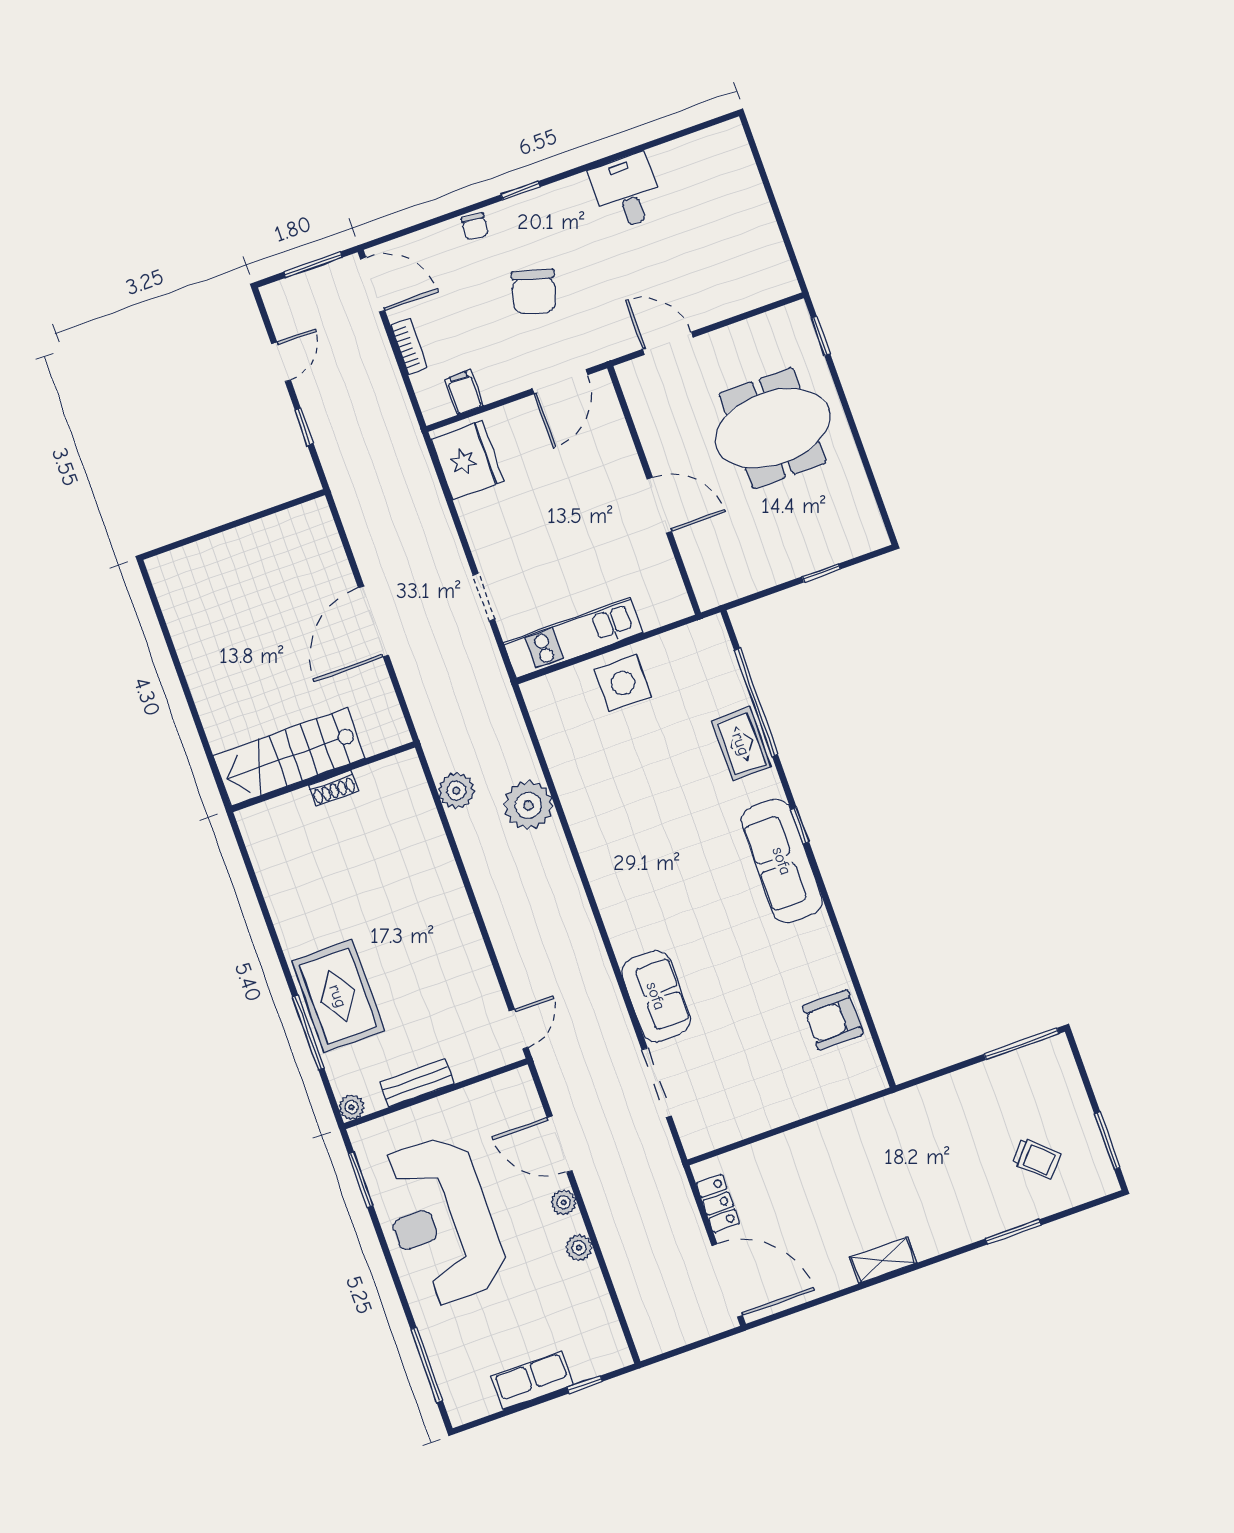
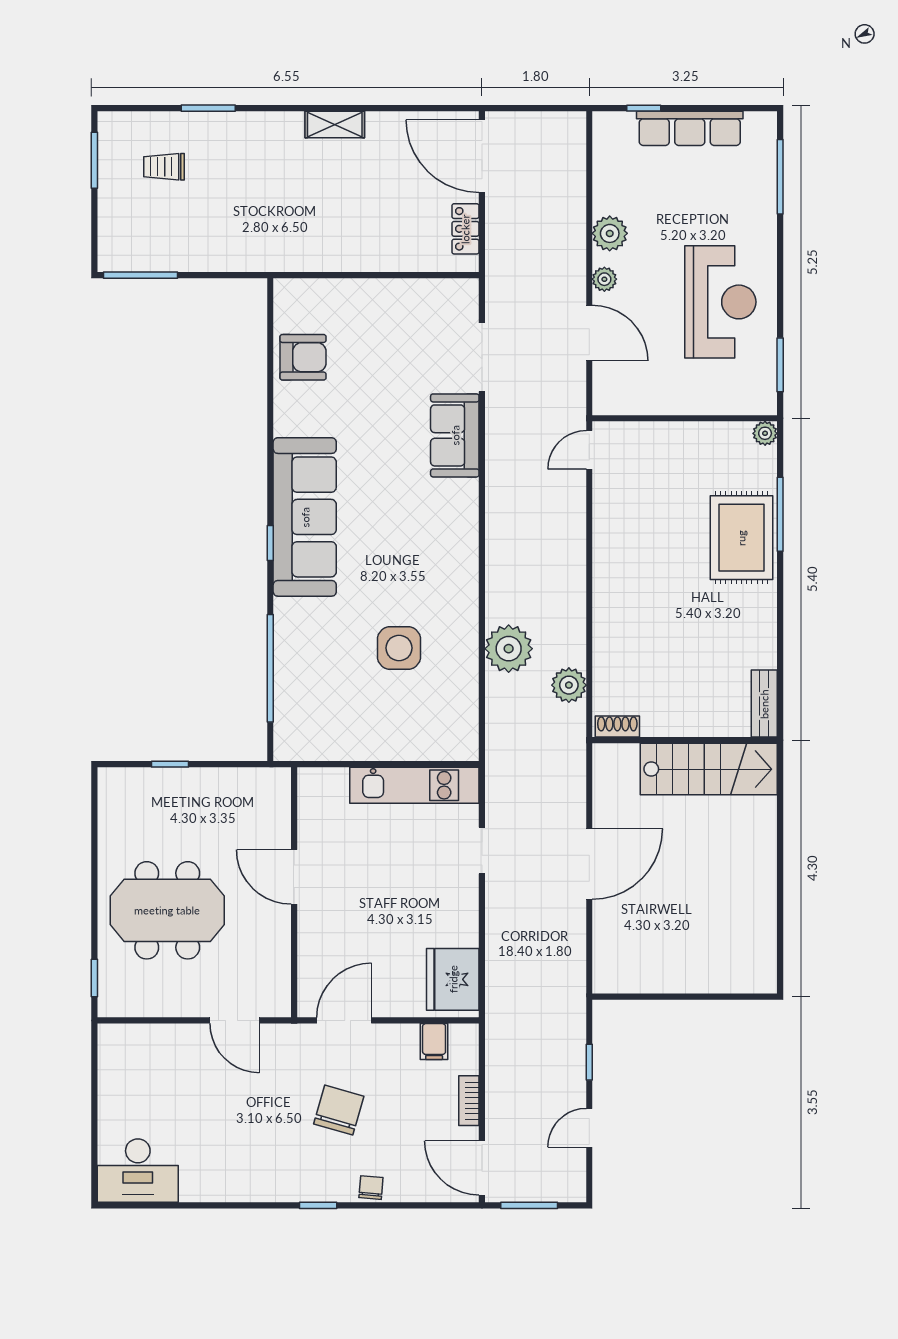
desk: (627, 192) -> (138, 1171), moved, width x1.37
side table: (623, 683) -> (399, 648), moved
rug: (741, 744) -> (297, 636), removed
shoe rack: (333, 788) -> (617, 727), moved
sofa: (782, 861) -> (305, 517), width x1.36, depth x1.27
bench: (417, 1083) -> (764, 704), moved, turned 90
trolley: (1036, 1159) -> (164, 167), turned -42
reception desk: (441, 1221) -> (720, 302), width x0.74, depth x0.77
plant: (579, 1248) -> (610, 233), width x1.38, depth x1.38
row of seats: (532, 1381) -> (690, 128), width x1.48

